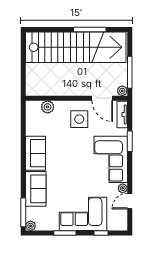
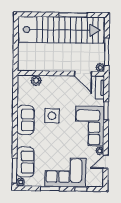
side table: (79, 119) -> (52, 116), moved
sofa: (36, 189) -> (25, 162), moved

